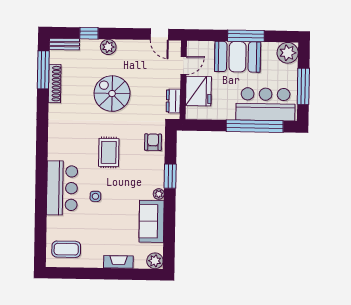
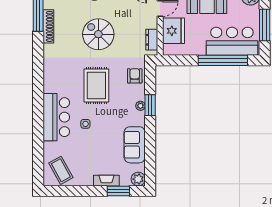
rug: (109, 152) -> (96, 85), width x1.36, depth x1.43
plant: (159, 194) -> (140, 106), moved
coffee table: (66, 249) -> (61, 170), turned 61
window: (132, 274) -> (118, 191), added

